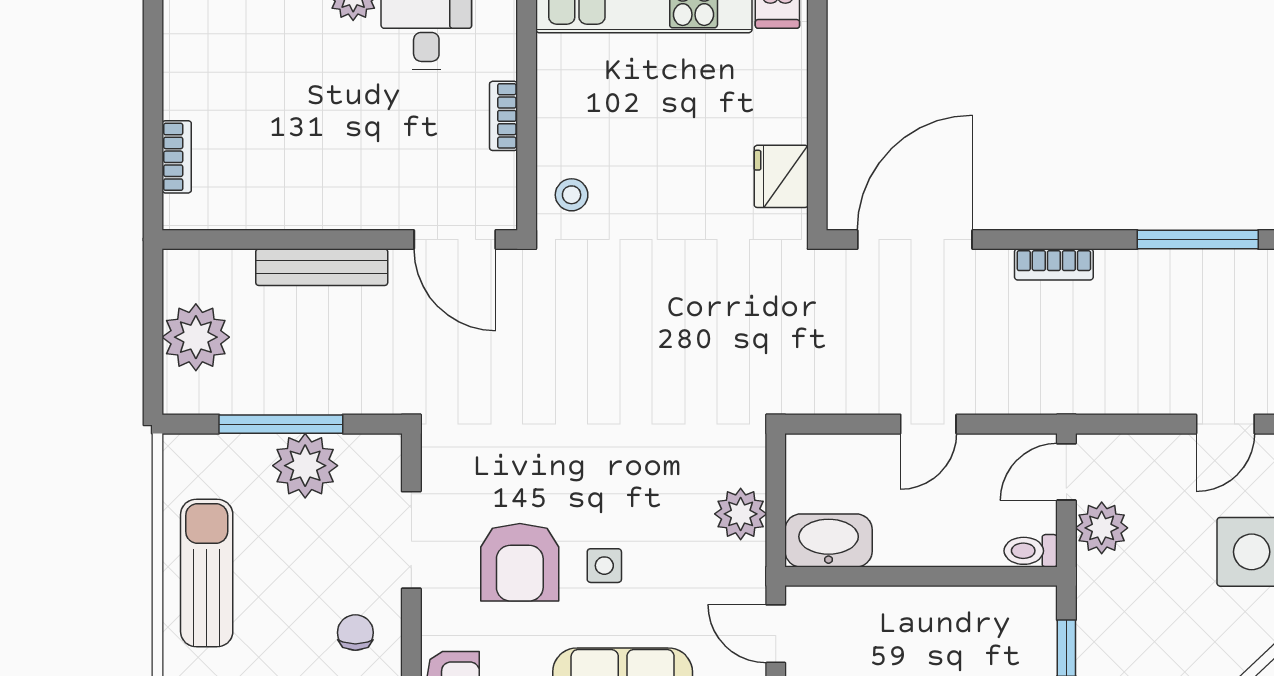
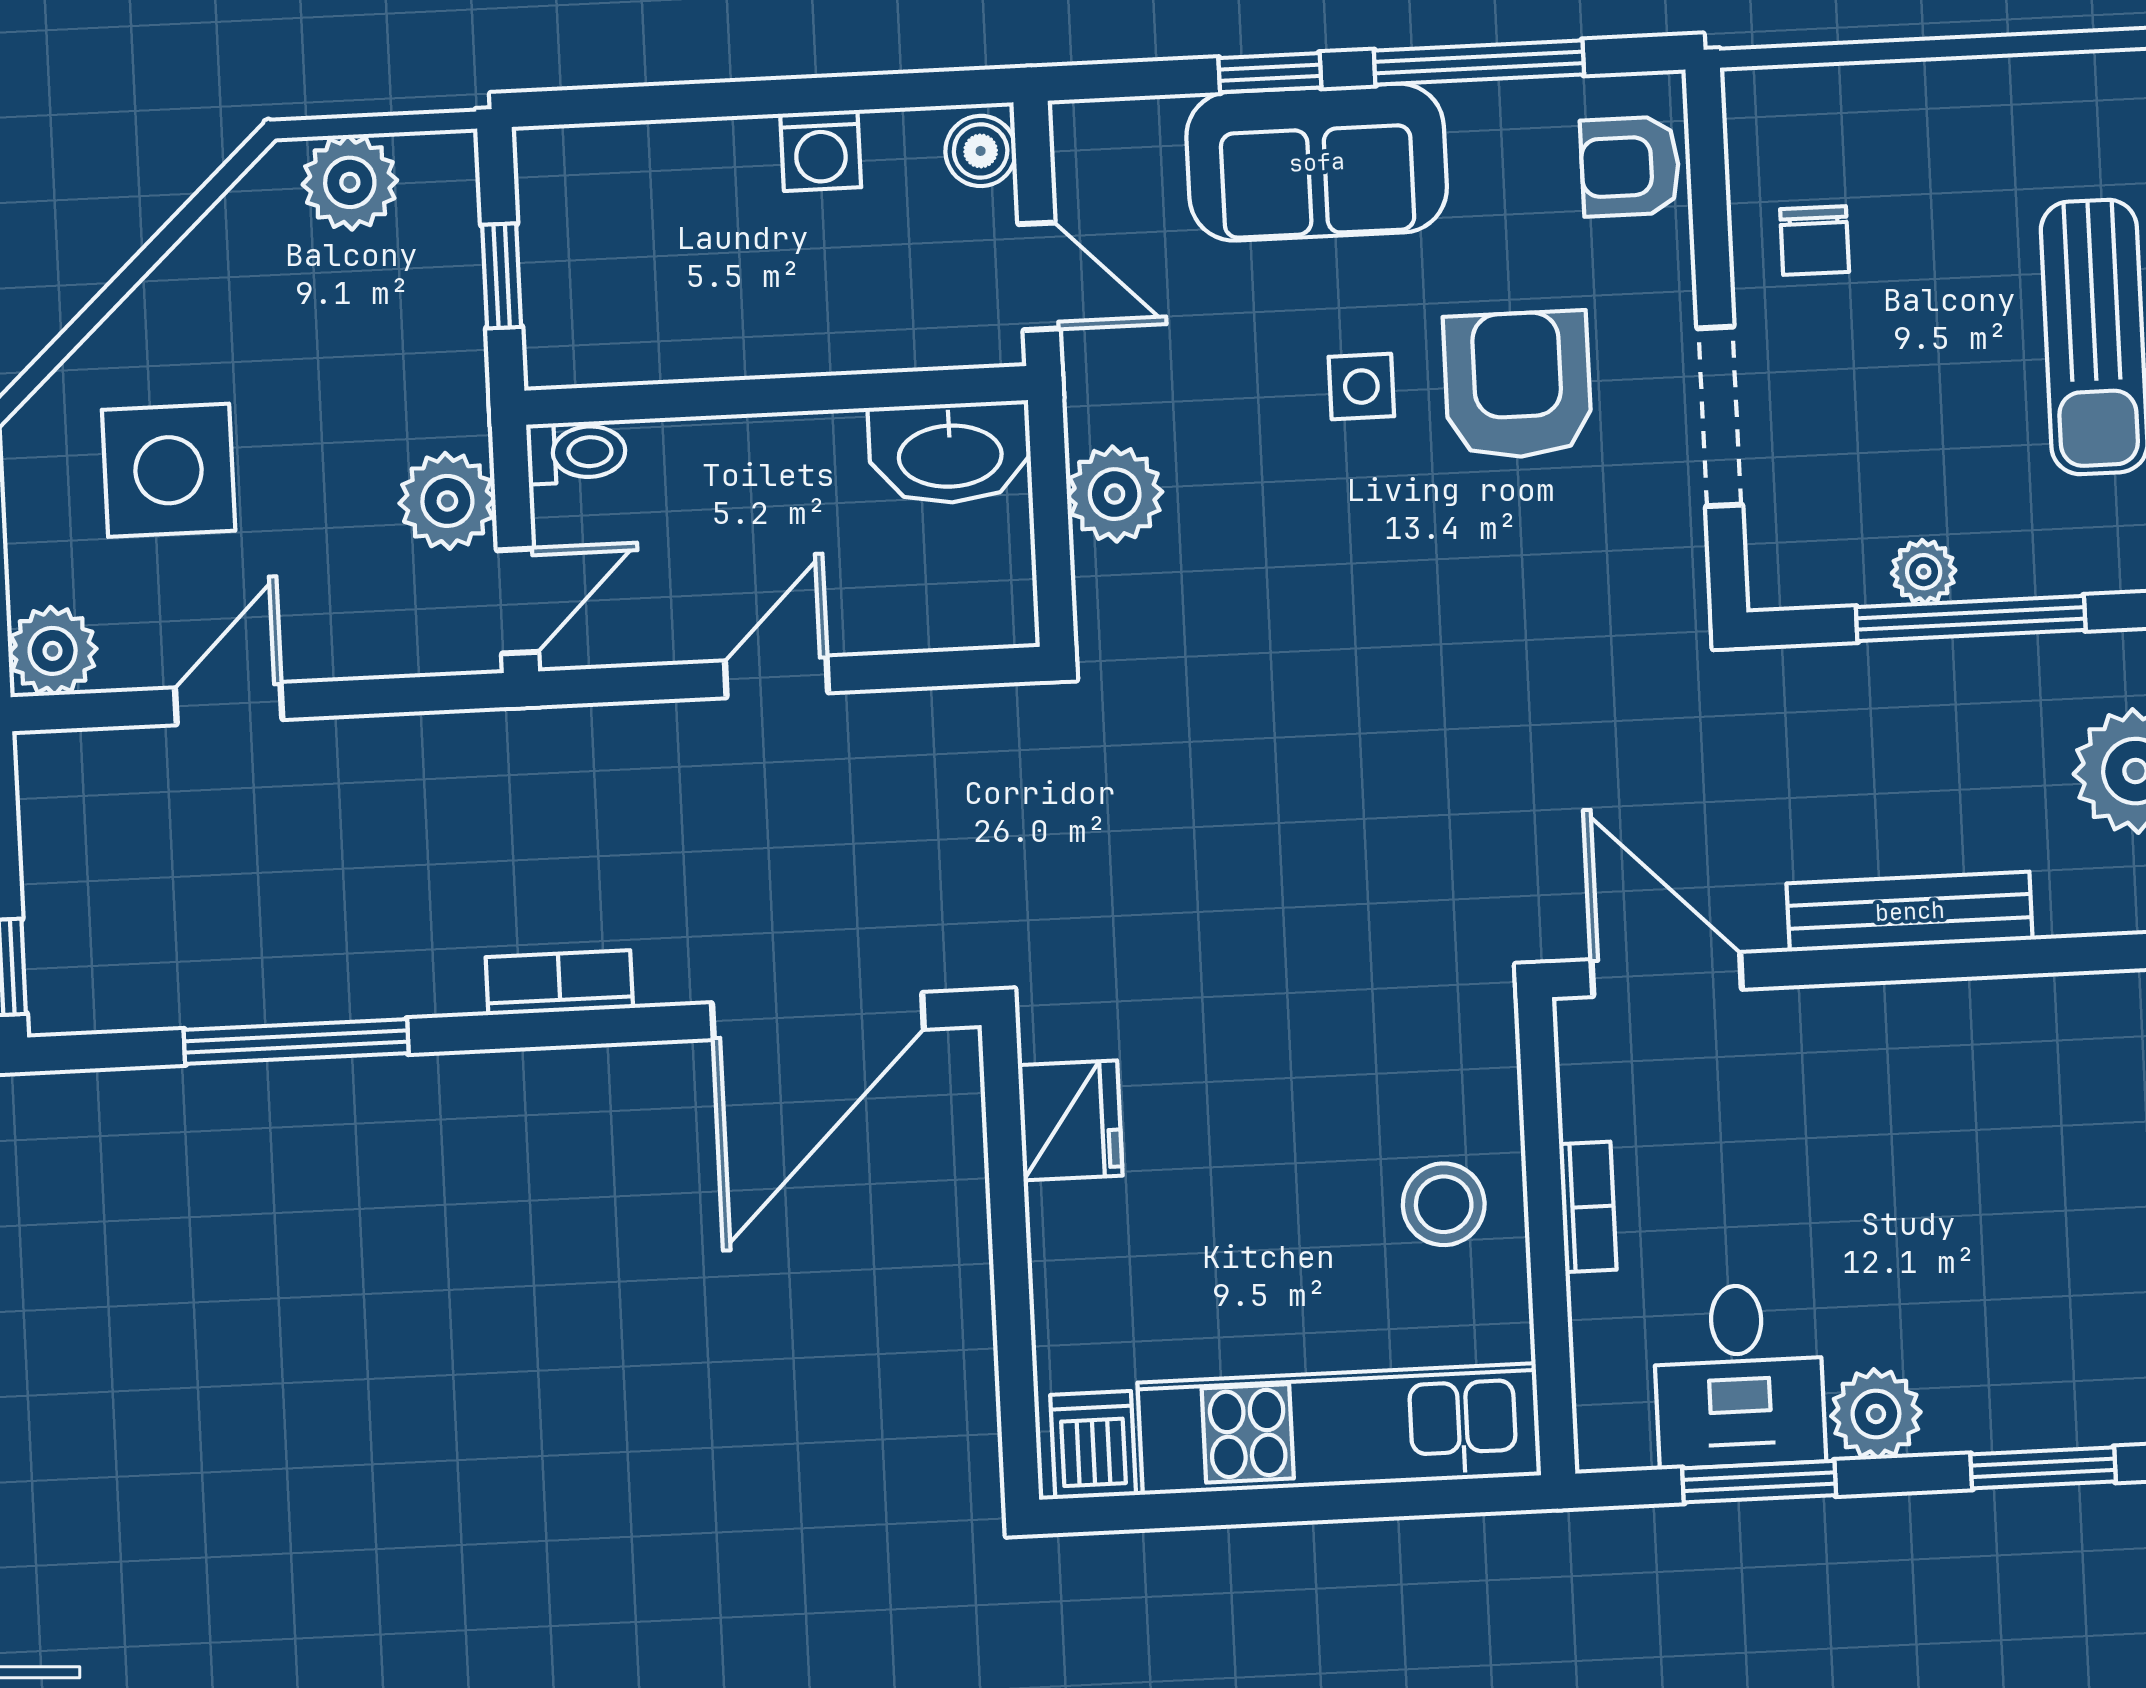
stool: (572, 195) -> (1444, 1204), moved, width x1.37, depth x1.37
plant: (305, 466) -> (1924, 572), width x0.53, depth x0.53

